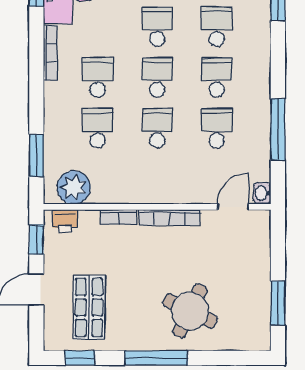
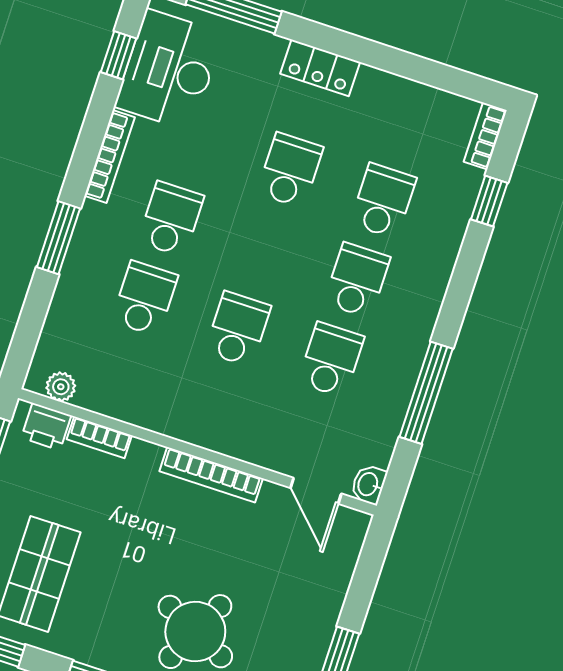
school desk: (157, 77) -> (264, 250), removed
window: (36, 156) -> (59, 238), moved
plant: (74, 187) -> (61, 387), width x0.53, depth x0.53
door: (233, 207) -> (316, 491), swing flipped
bookcase: (119, 217) -> (99, 437), moved

